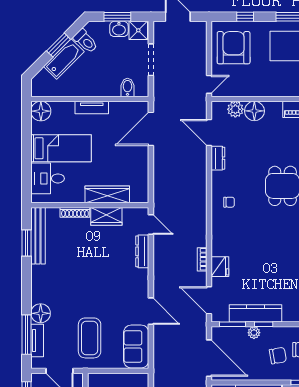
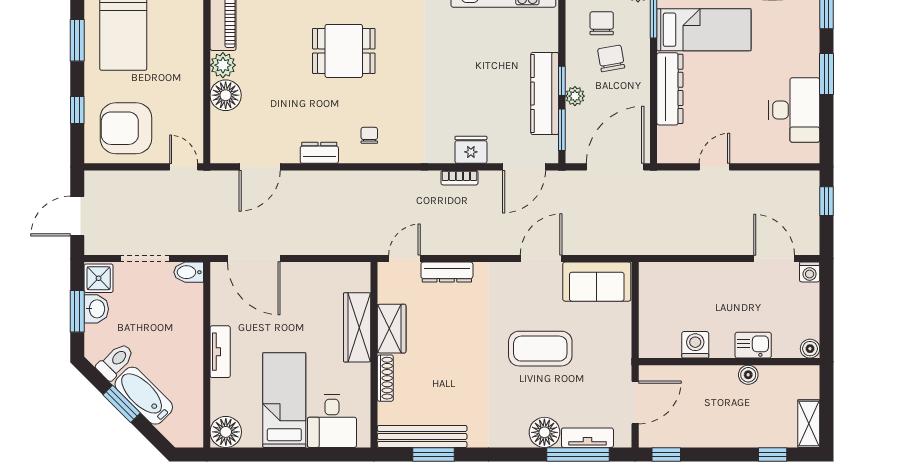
bidet: (127, 87) -> (189, 272), moved
plant: (235, 109) -> (223, 65), moved
dresser: (218, 158) -> (319, 153), moved
coffee table: (90, 338) -> (540, 349), moved

